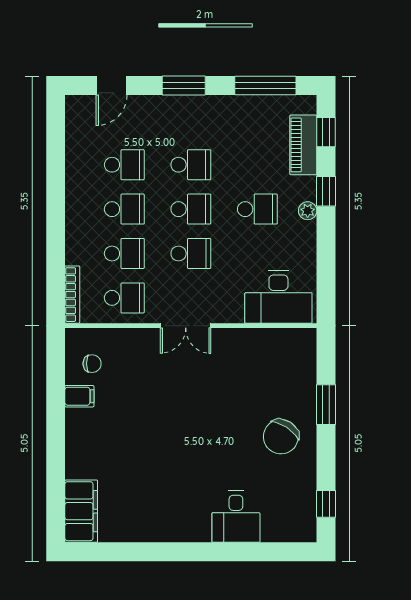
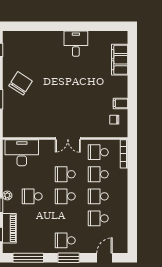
school desk: (191, 165) -> (65, 240), moved
double door: (186, 326) -> (68, 138), swing flipped
filing cabinet: (81, 511) -> (120, 60), moved
desk: (236, 517) -> (76, 44), moved

